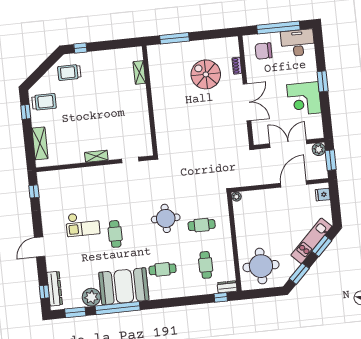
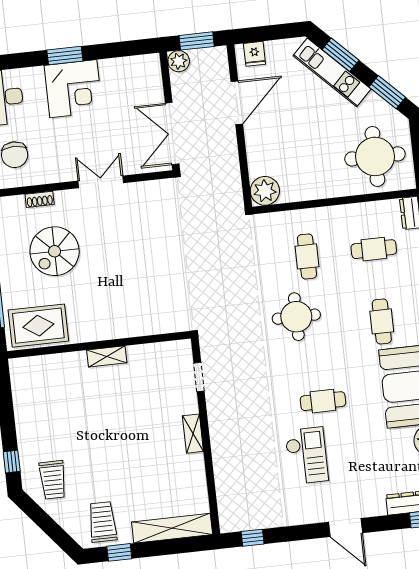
rug: (161, 64) -> (38, 326), added
shelving: (139, 72) -> (107, 356), moved
corner desk: (304, 99) -> (73, 89), moved
double door: (247, 102) -> (101, 182), width x0.73
shelving: (40, 143) -> (172, 528), width x1.47
double door: (288, 144) -> (172, 134), moved
door: (294, 184) -> (237, 103), swing flipped
plant: (236, 197) -> (265, 191), width x1.88, depth x1.88

